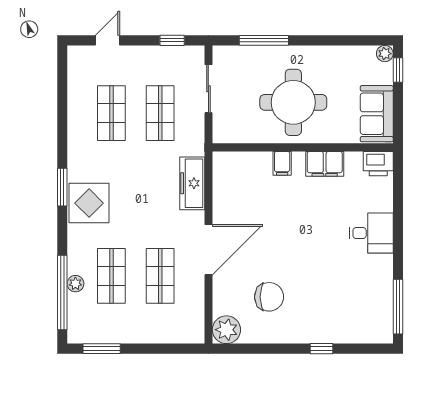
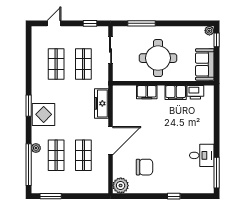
filing cabinet: (282, 163) -> (147, 92), width x2.00
printer: (378, 164) -> (195, 92), moved
desk: (371, 233) -> (202, 155), moved
plant: (75, 284) -> (36, 148), moved

